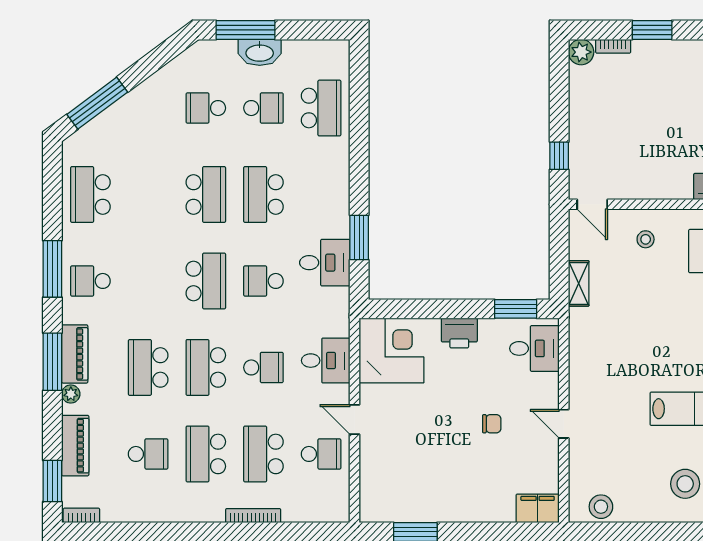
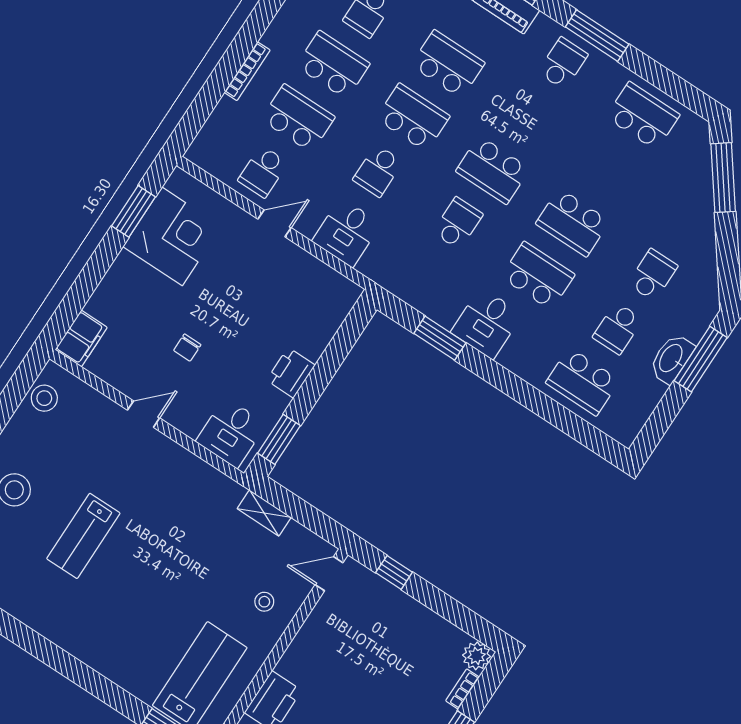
desk: (325, 263) -> (487, 323), moved
corner desk: (391, 350) -> (172, 236), moved, turned -90

